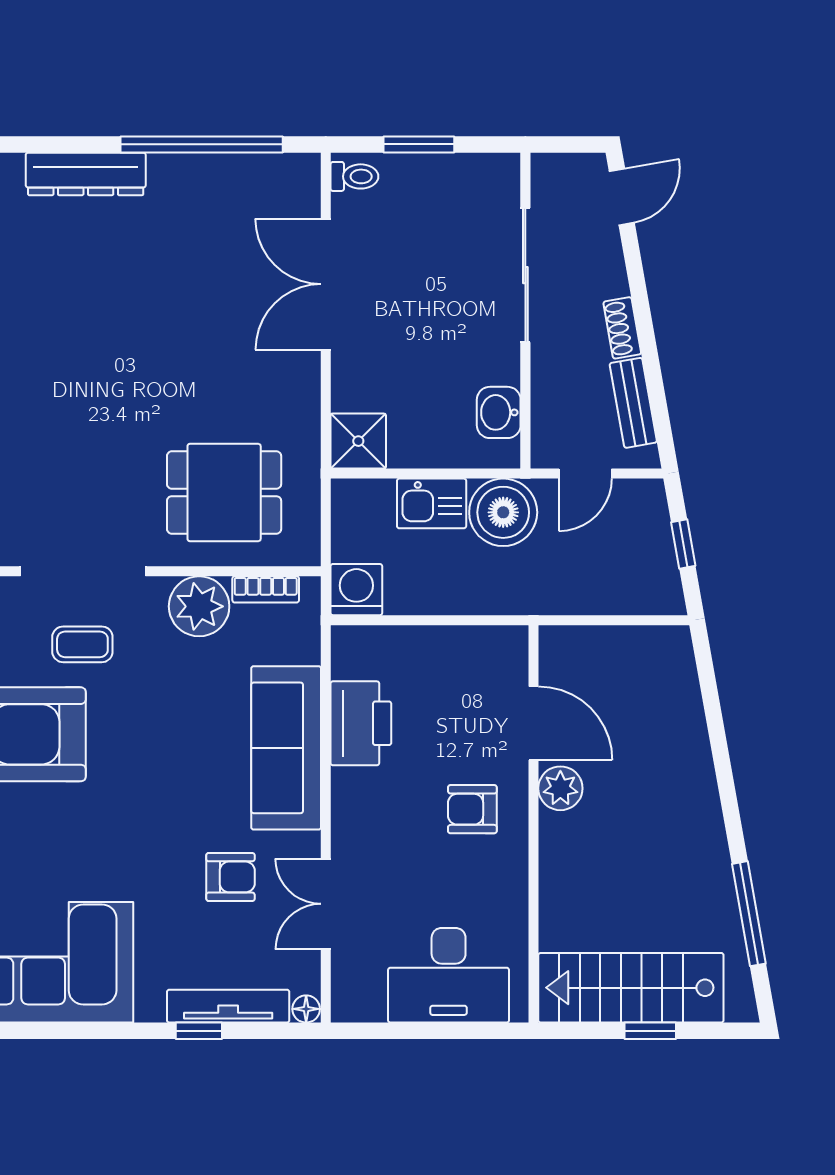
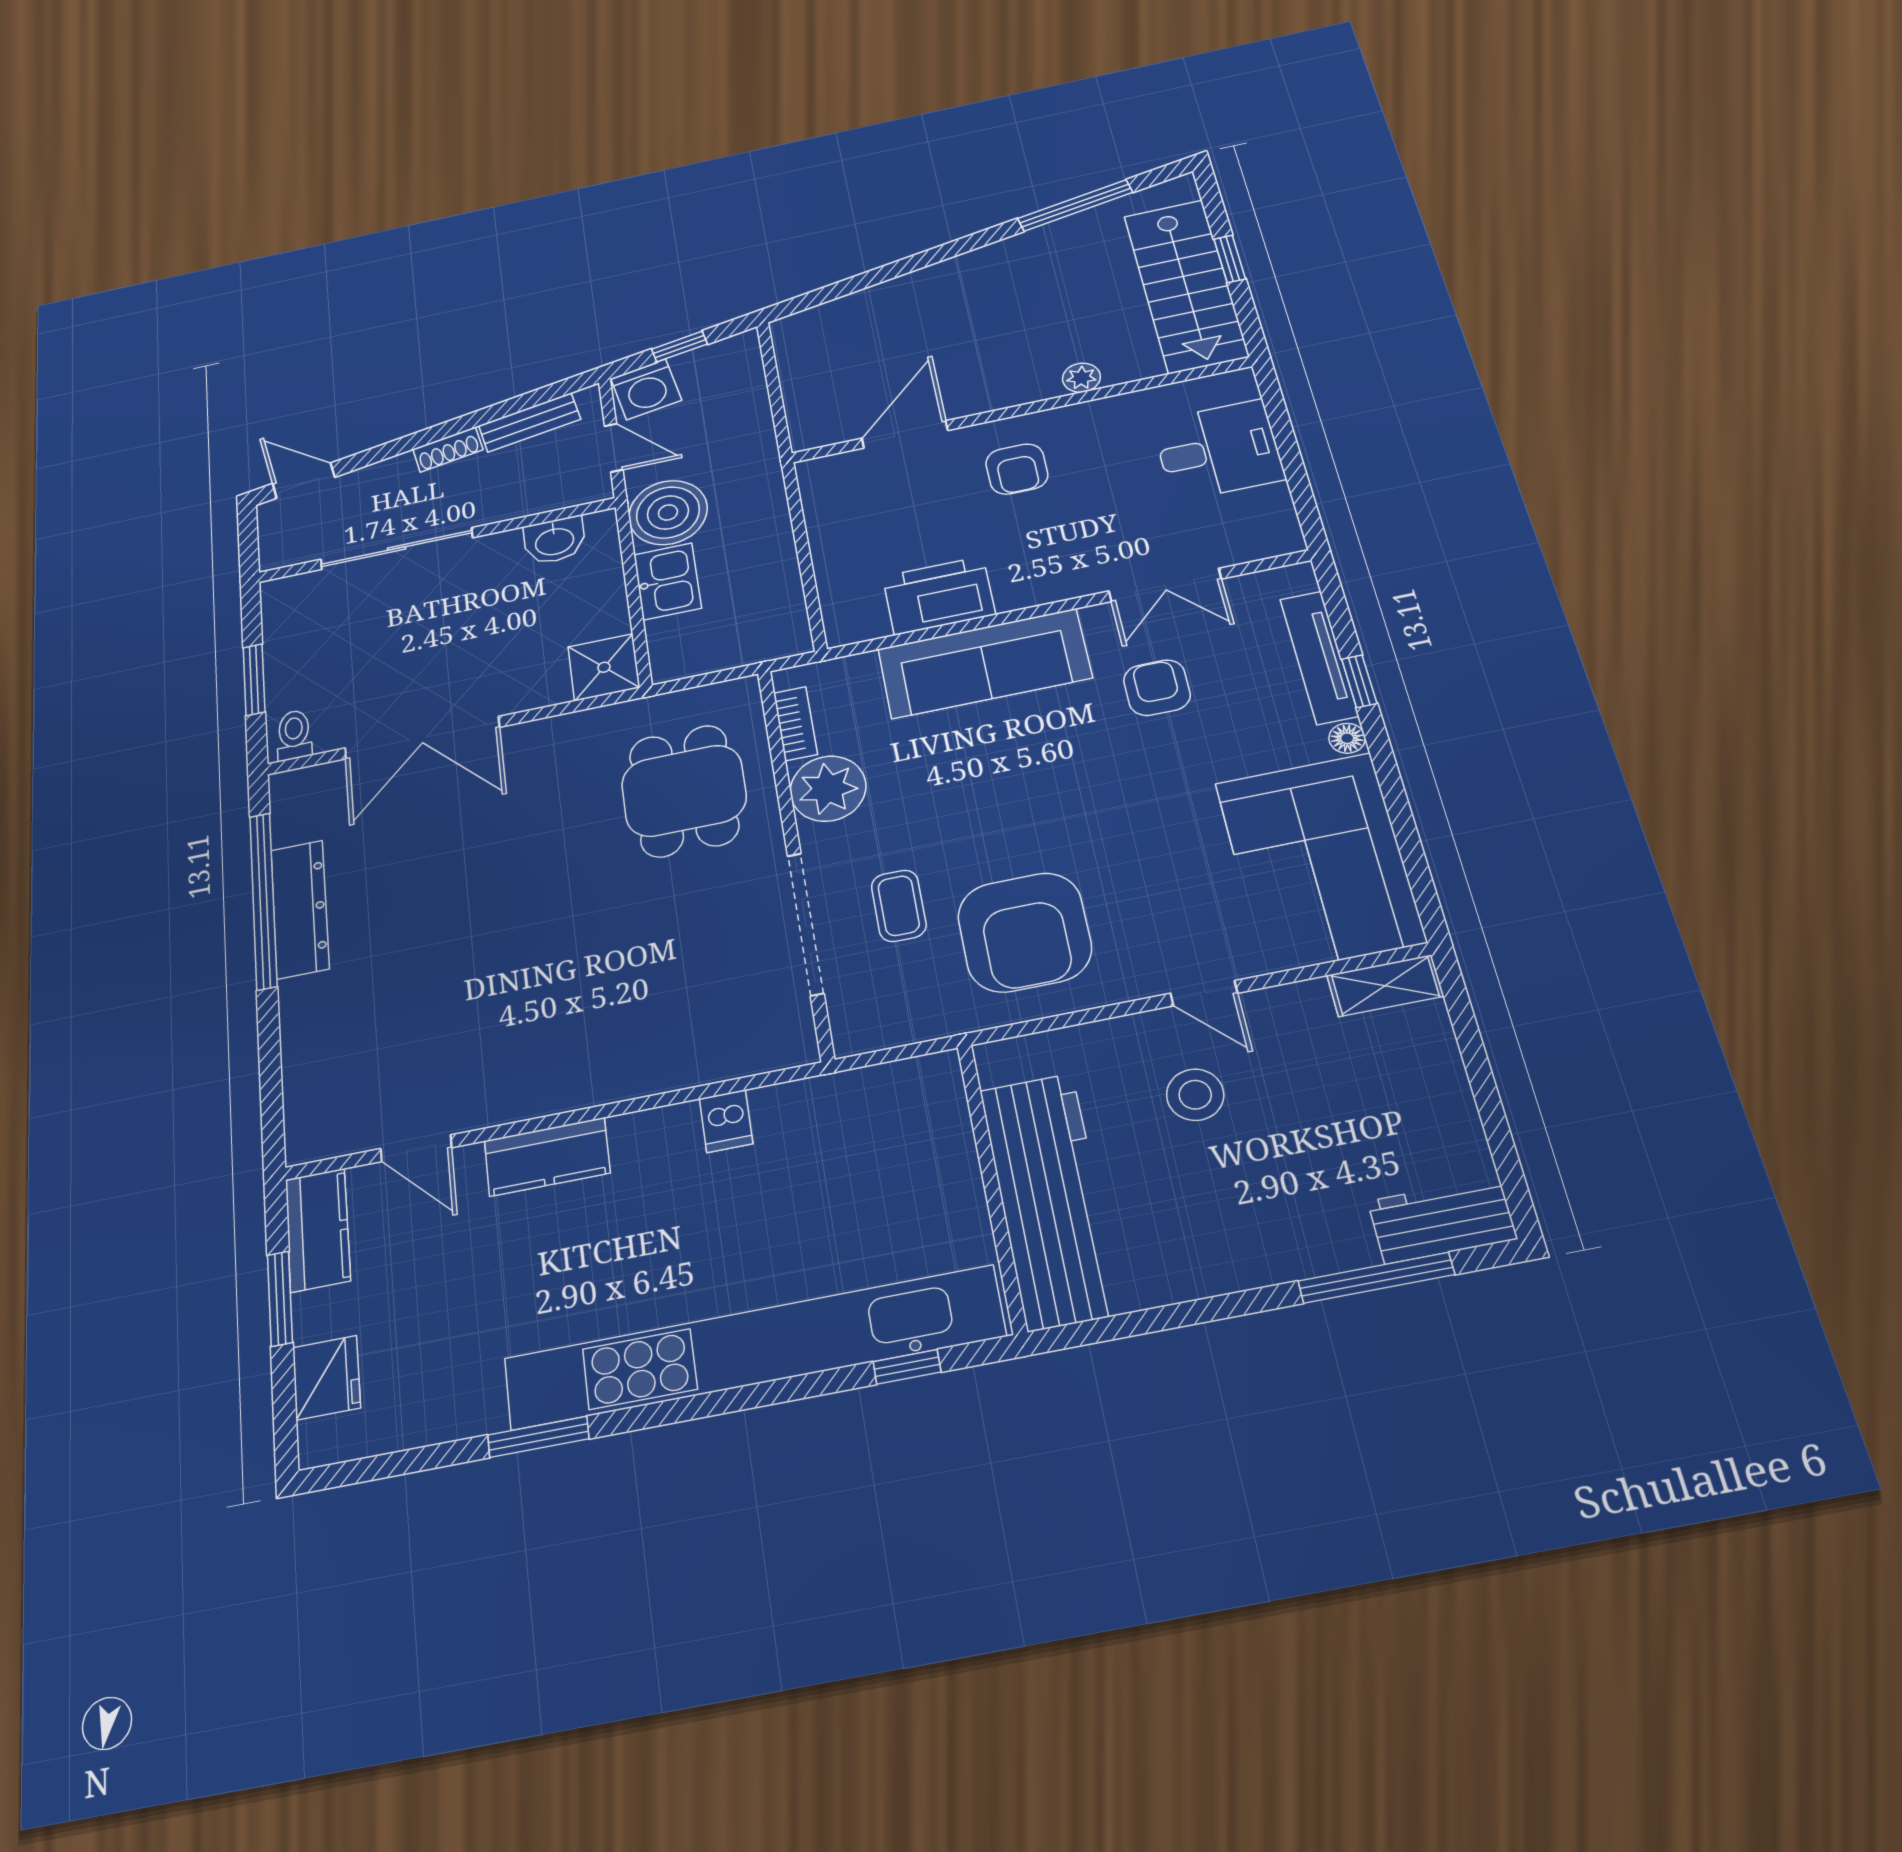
dresser: (86, 174) -> (300, 909), moved
washing machine: (356, 590) -> (646, 389), moved, turned -100
plant: (560, 788) -> (1081, 378), moved, width x0.73, depth x0.73
desk: (449, 975) -> (1218, 450), width x0.73
floor lamp: (306, 1009) -> (1347, 738), moved

